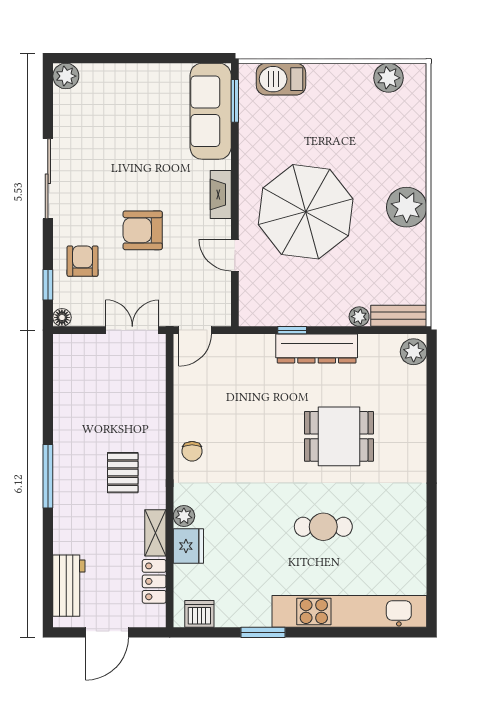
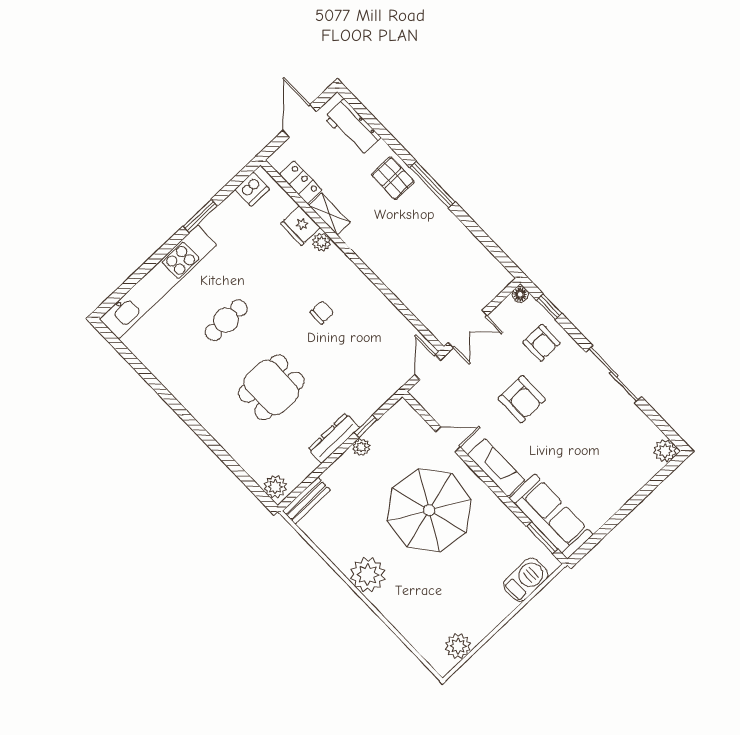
fireplace: (221, 194) -> (496, 467), width x1.37, depth x1.32
armchair: (143, 230) -> (522, 399), turned 90
plant: (359, 317) -> (361, 447), moved
dresser: (317, 349) -> (334, 438), width x0.73, depth x0.80
chair: (192, 451) -> (322, 312), moved, turned 90
pallet: (123, 473) -> (393, 178), moved

